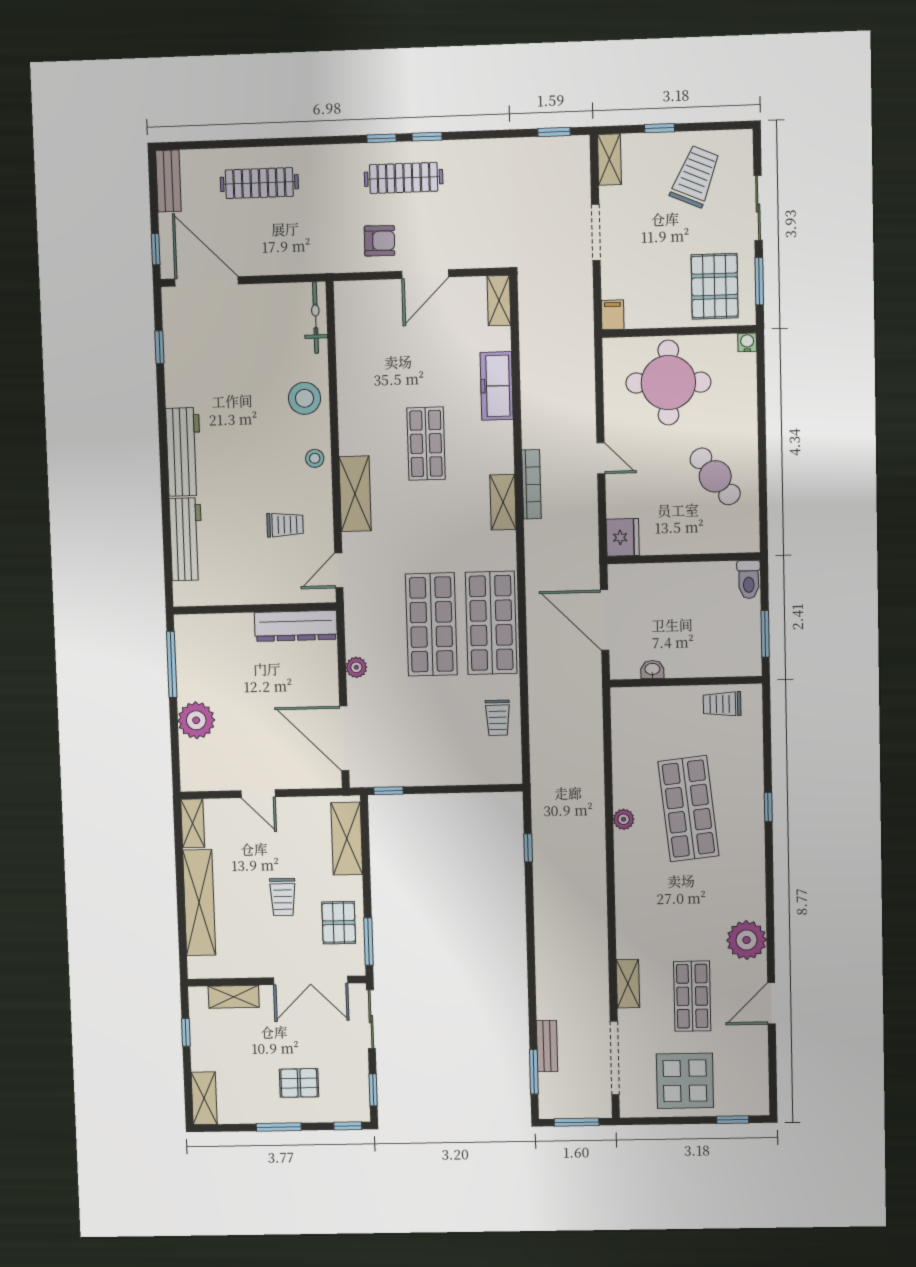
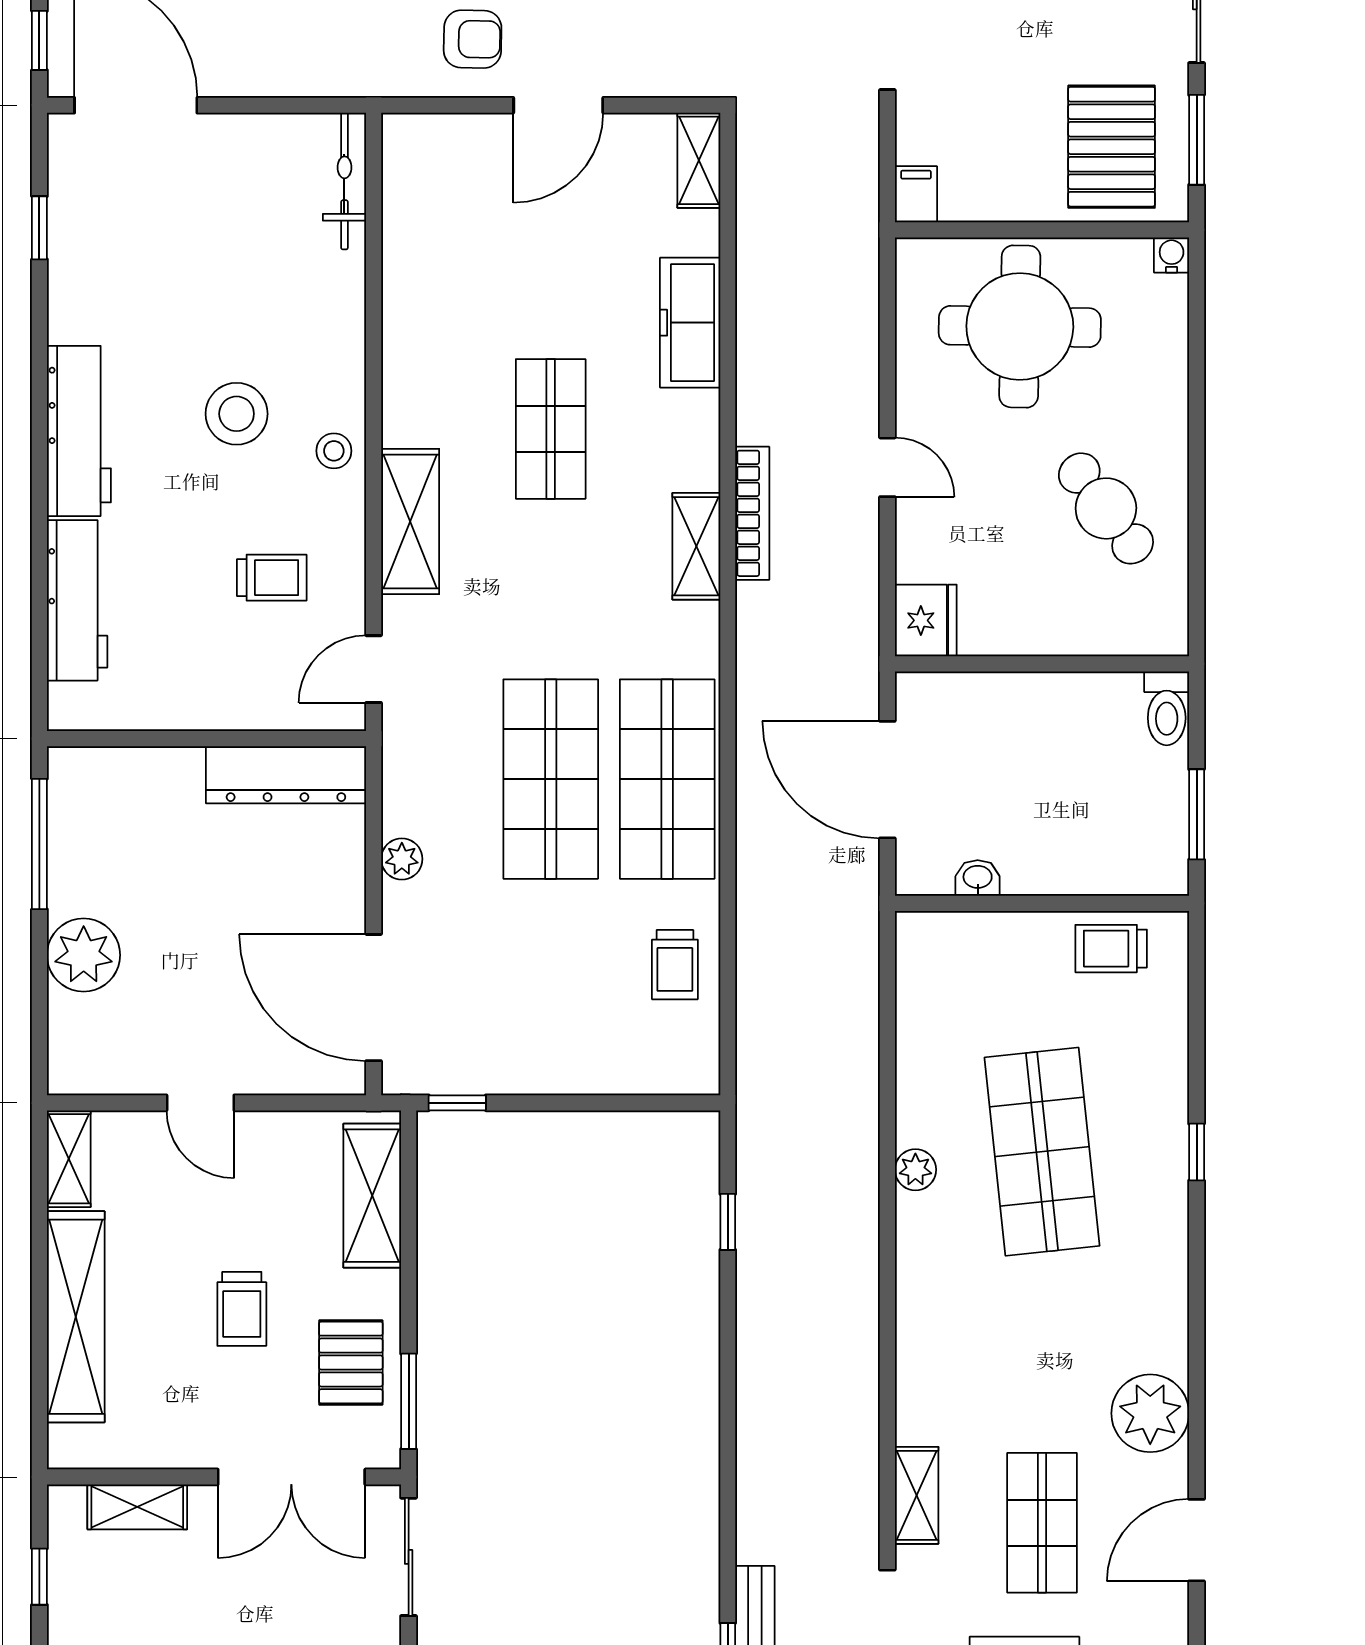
stool: (305, 398) -> (237, 414), moved

